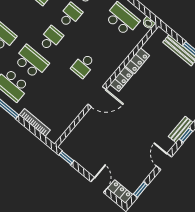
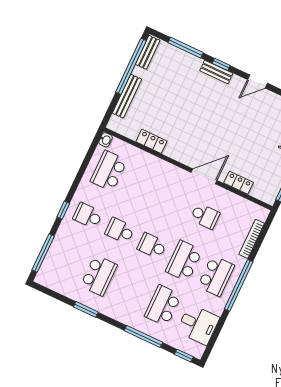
school desk: (83, 66) -> (205, 216), moved
locker: (121, 79) -> (239, 183), moved
door: (97, 97) -> (204, 176), hinge flipped

